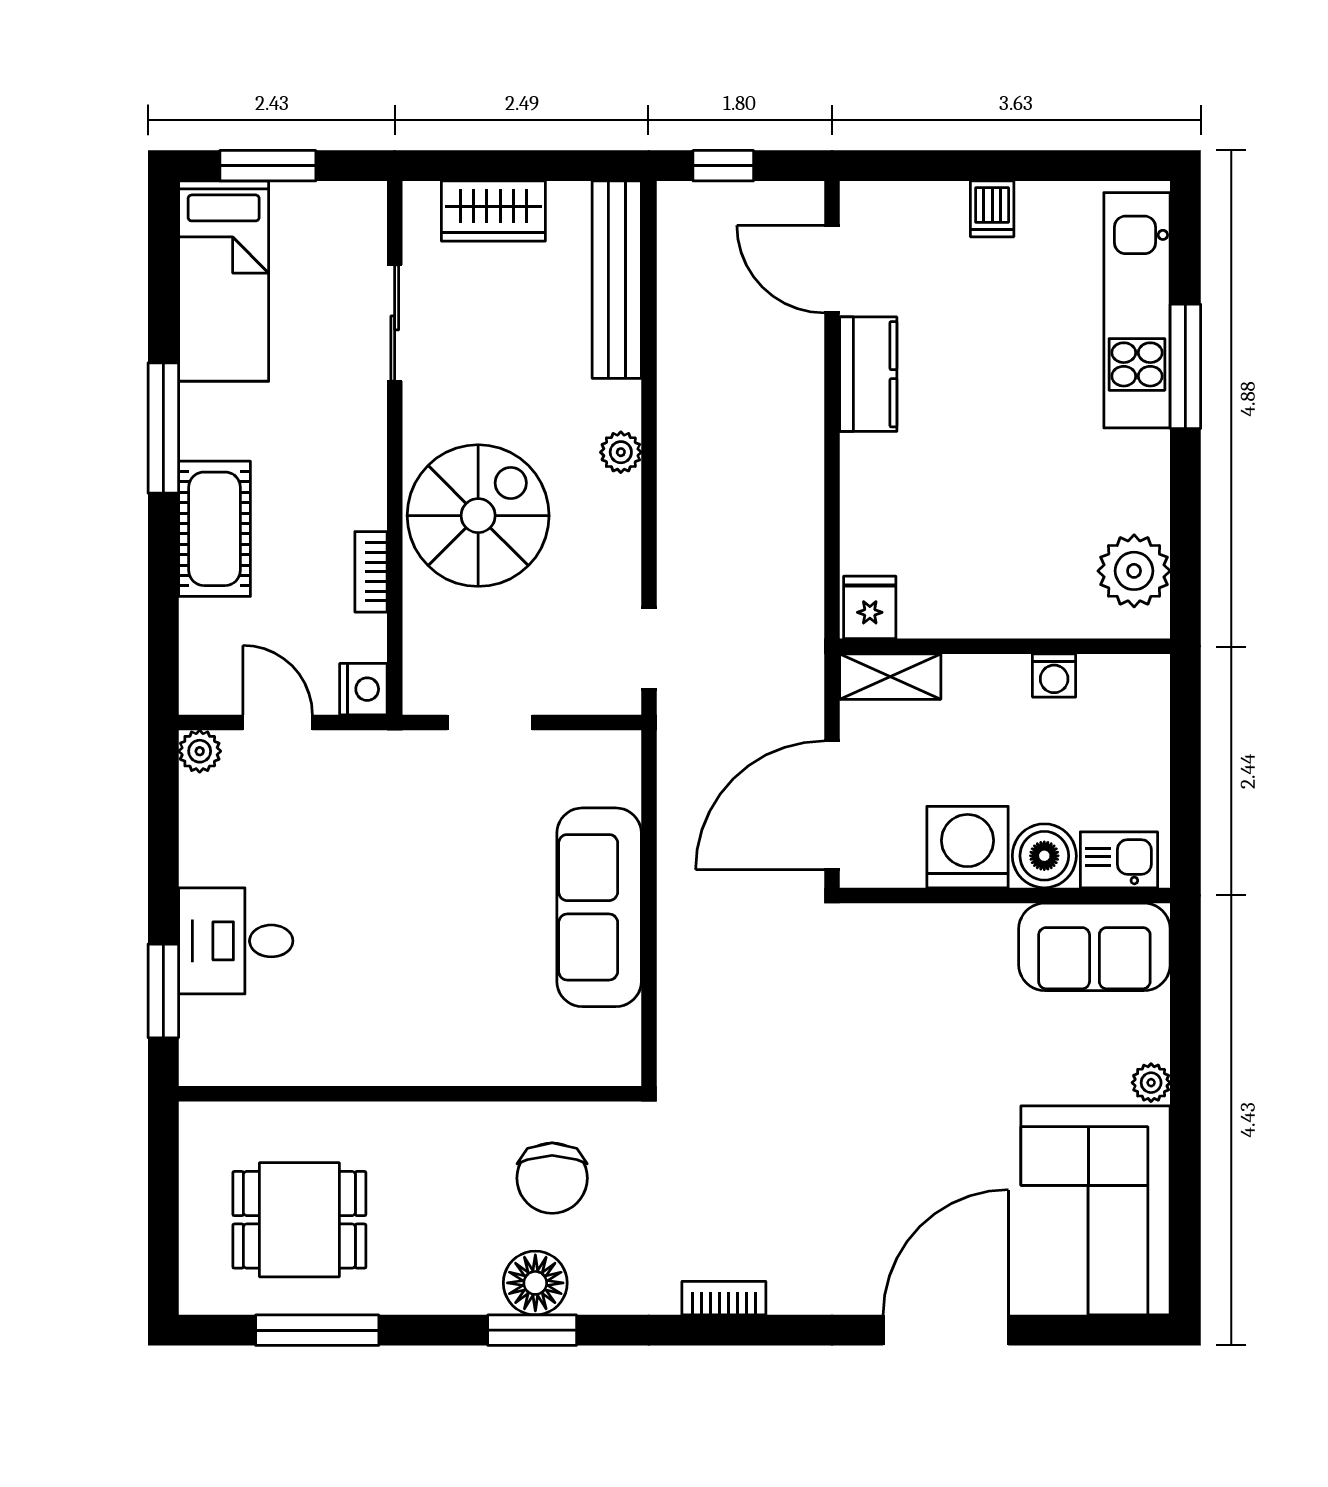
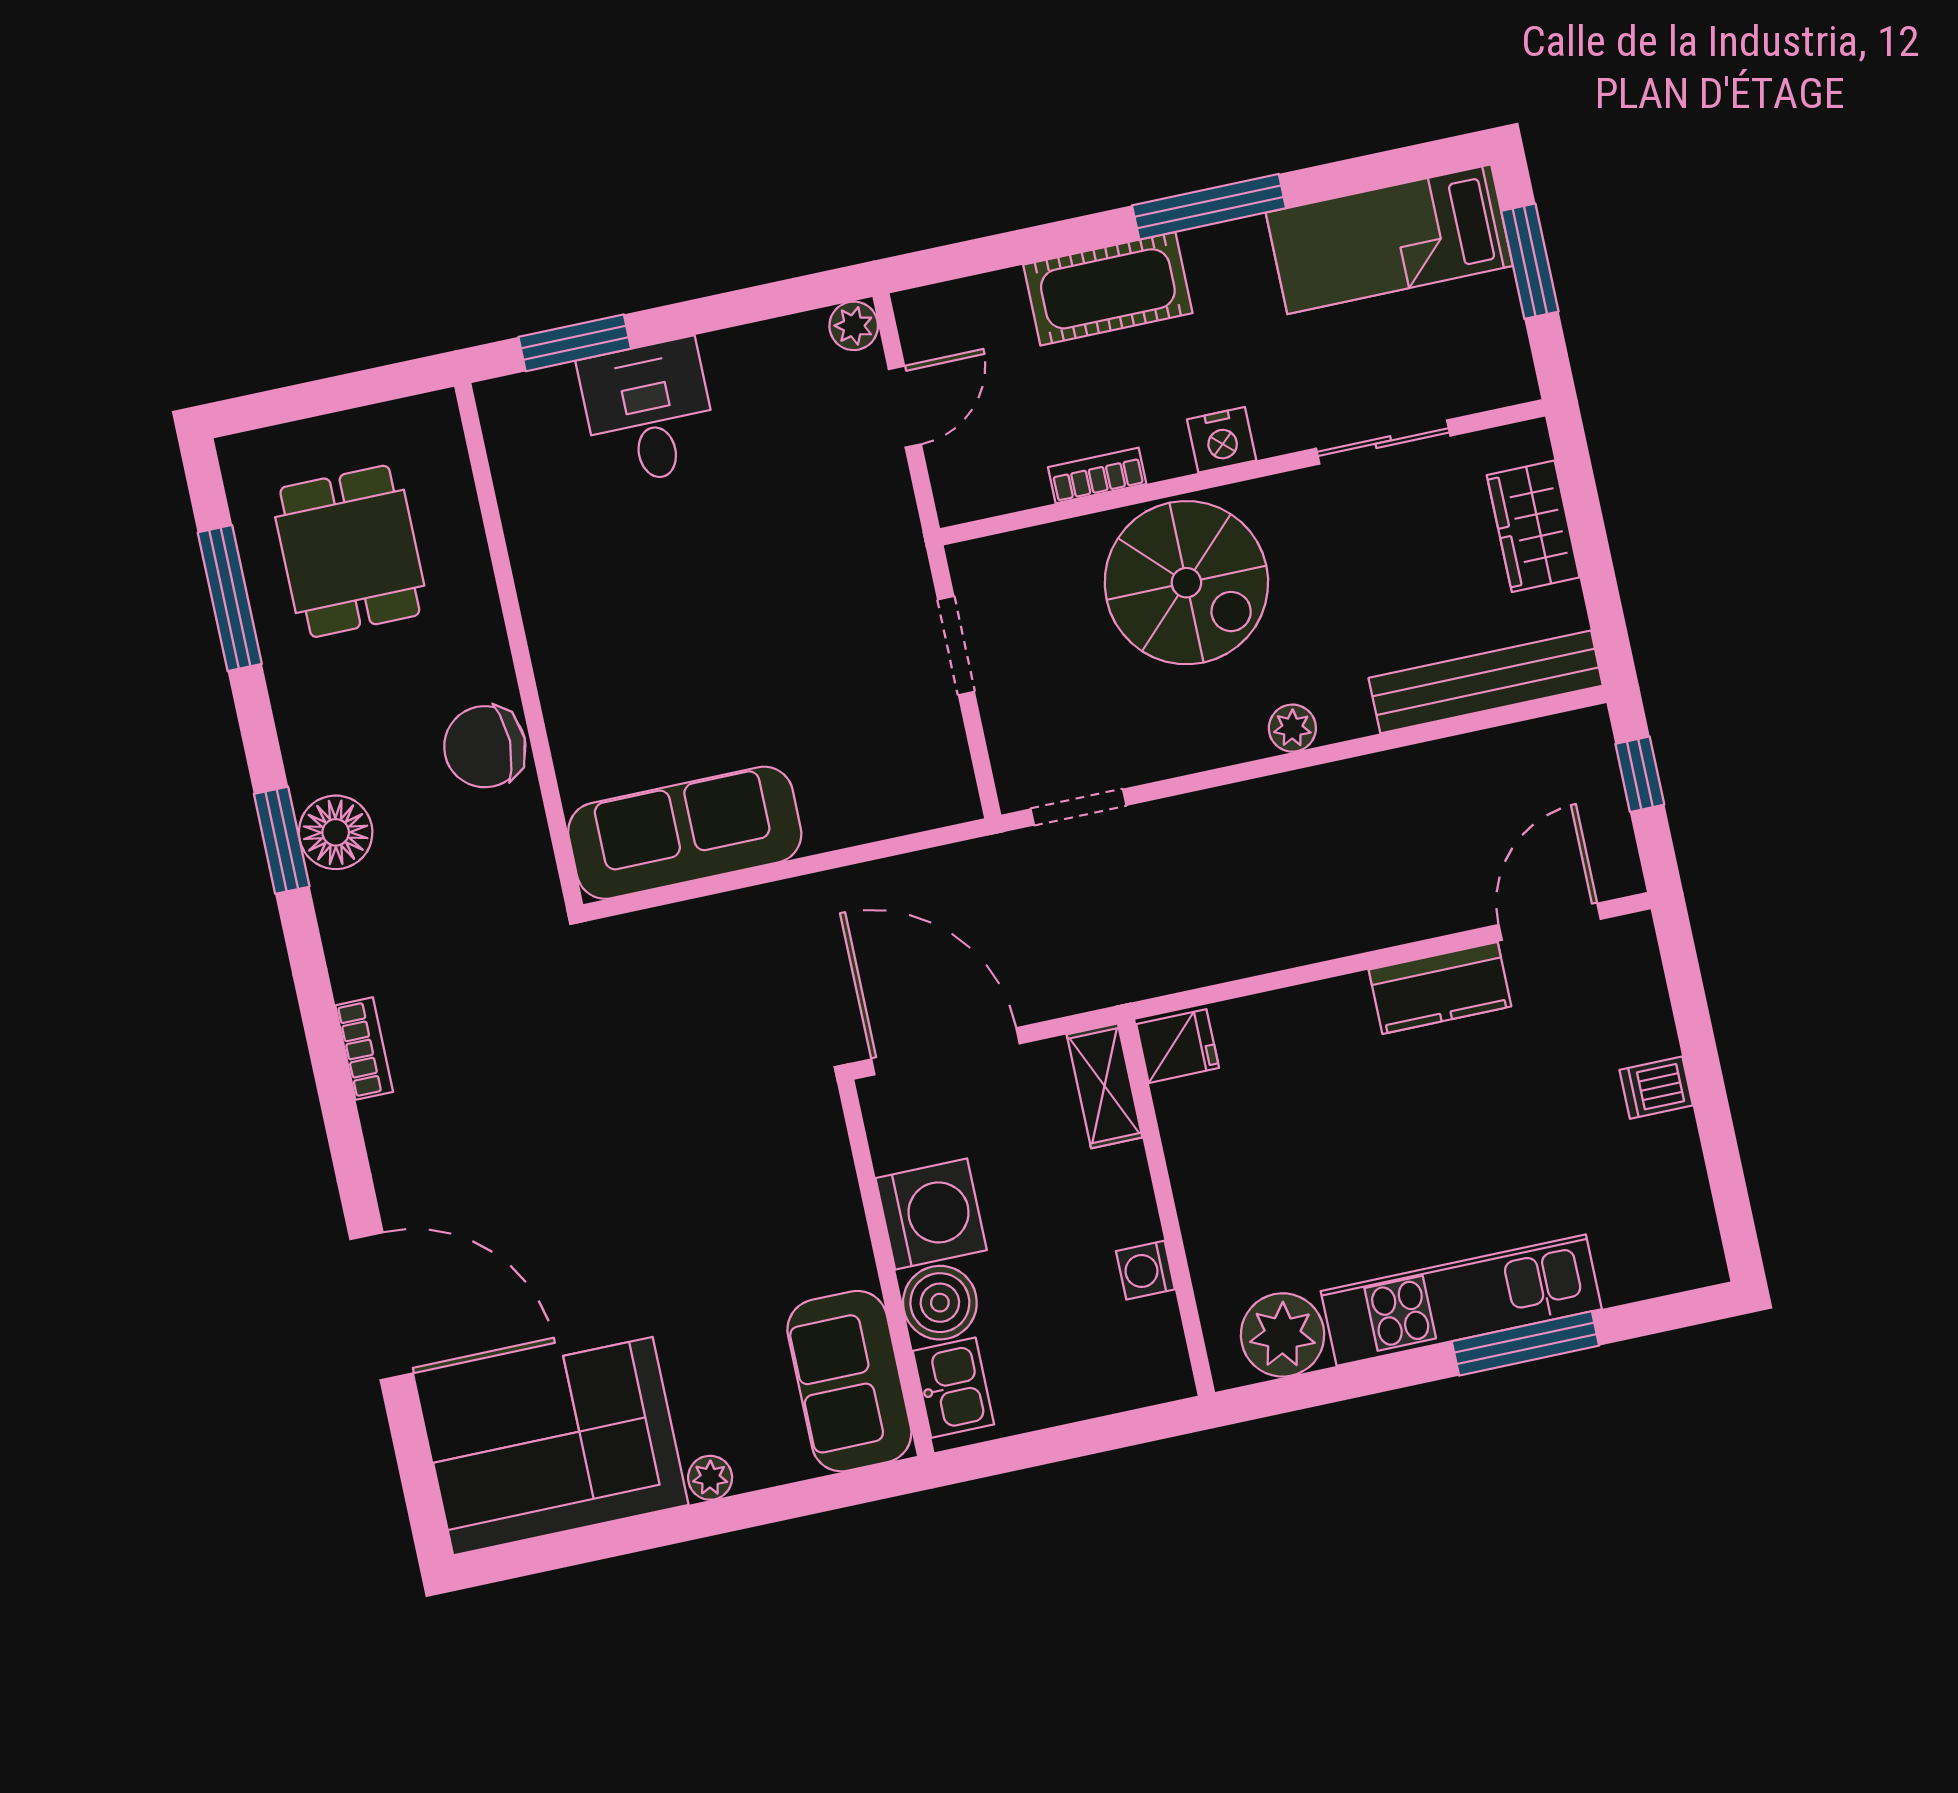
kitchen unit: (1137, 310) -> (1461, 1300), moved
nightstand: (363, 689) -> (1222, 440), moved
sofa: (599, 907) -> (685, 833), moved
chair: (552, 1178) -> (485, 747), moved

